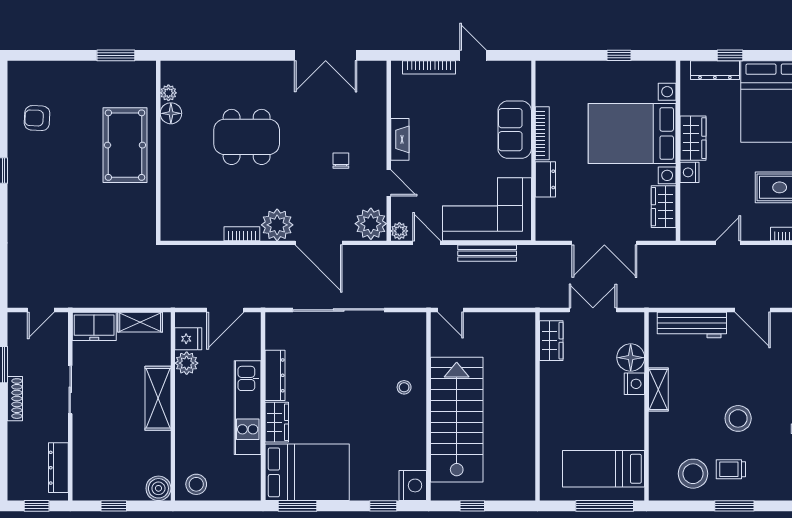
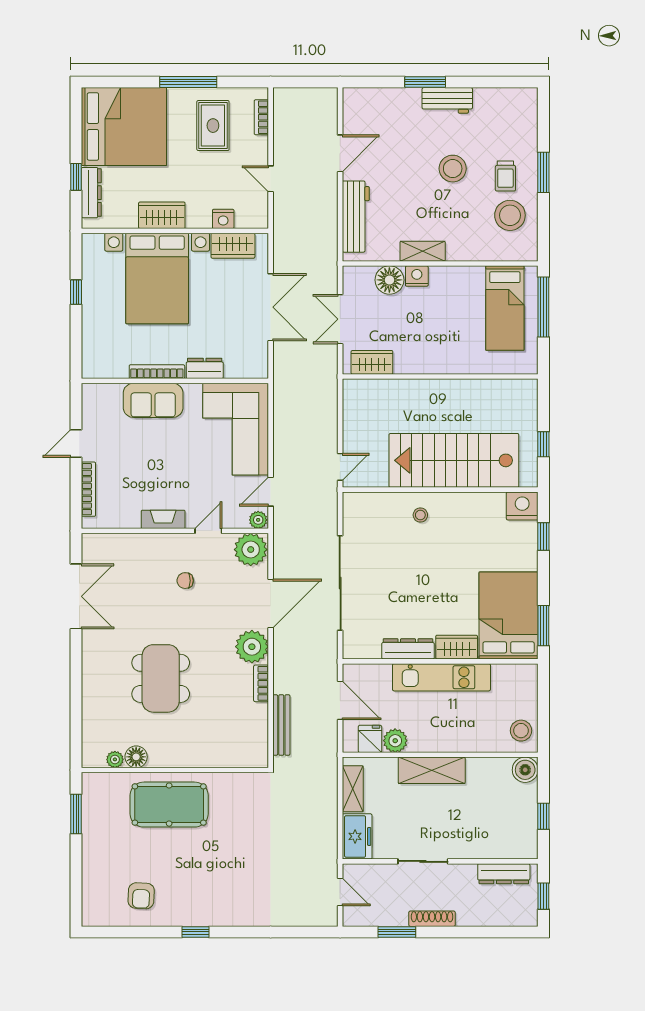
nightstand: (690, 172) -> (223, 219), moved
bench: (487, 253) -> (281, 725), moved

